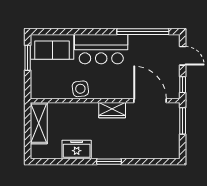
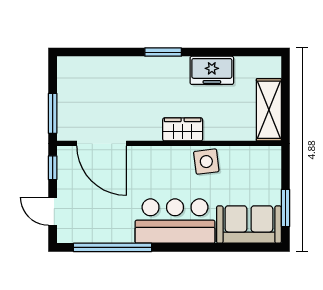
wardrobe: (112, 110) -> (183, 129), moved

